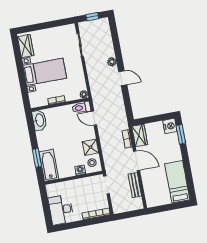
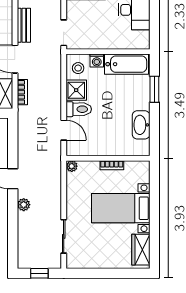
toilet: (81, 108) -> (79, 109), moved
washbasin: (39, 120) -> (141, 125), moved
bathtub: (49, 165) -> (126, 64), moved, turned -90

